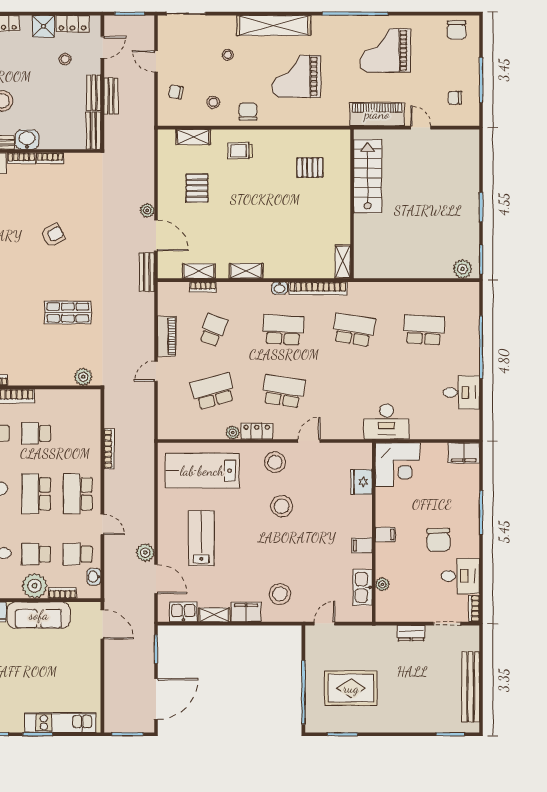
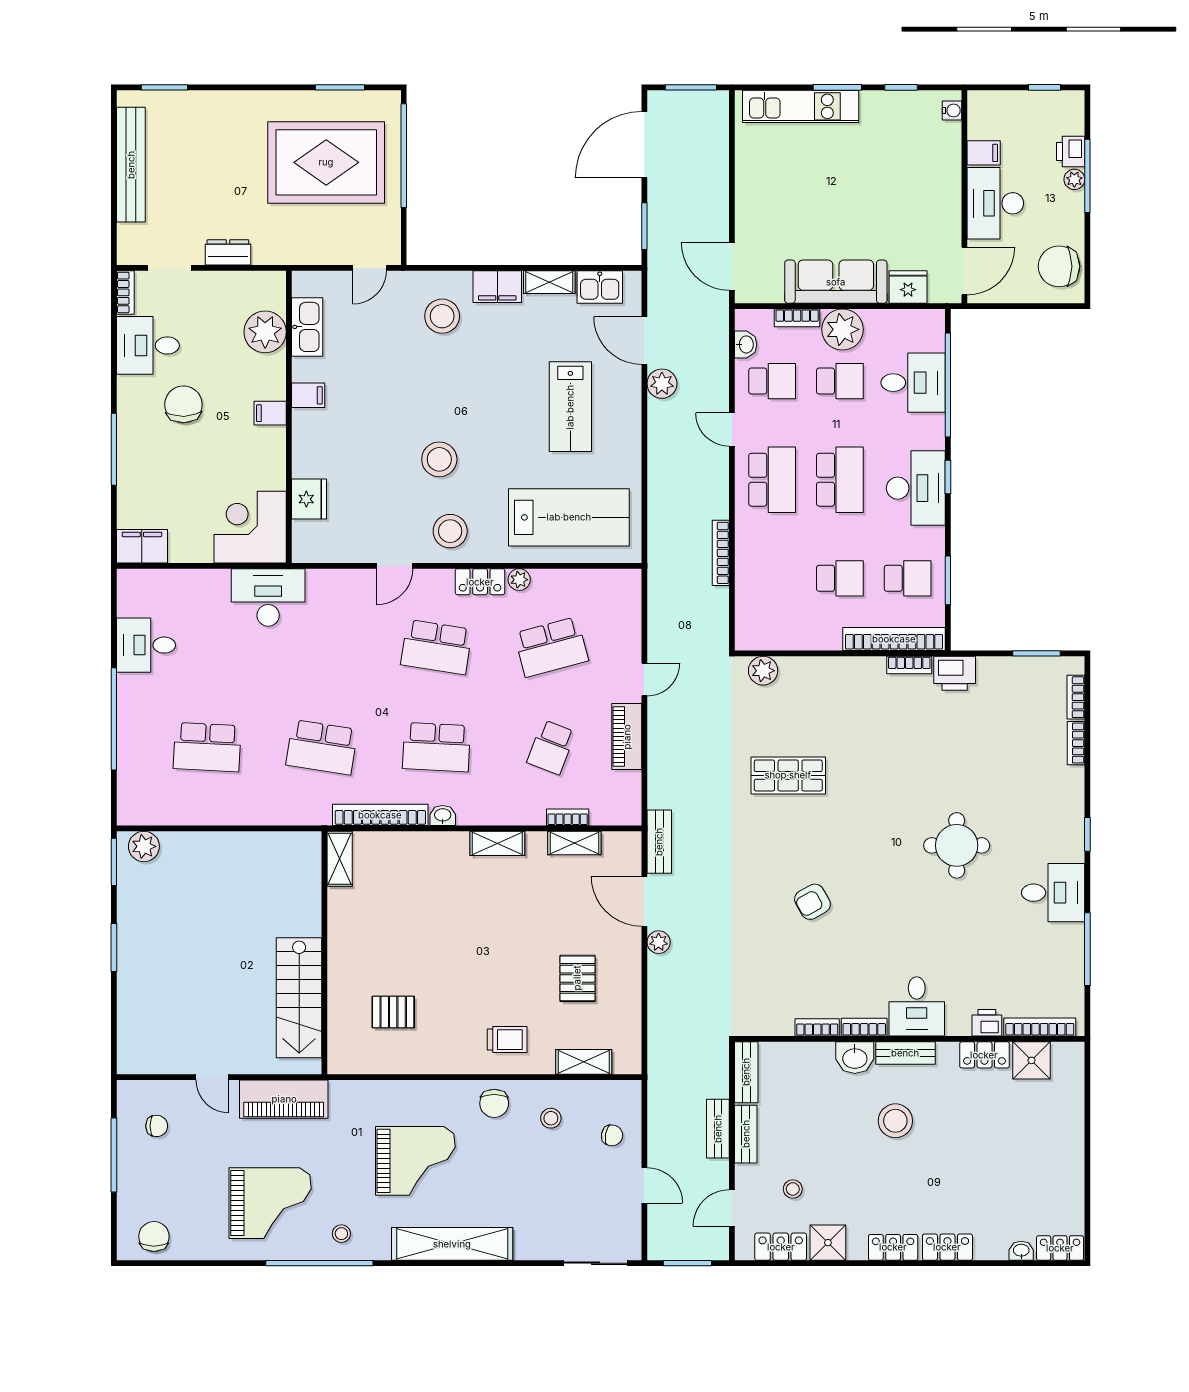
stool: (228, 55) -> (341, 1234), moved
plant: (382, 584) -> (265, 332), width x1.88, depth x1.88
rug: (351, 688) -> (326, 162), width x1.37, depth x1.44

